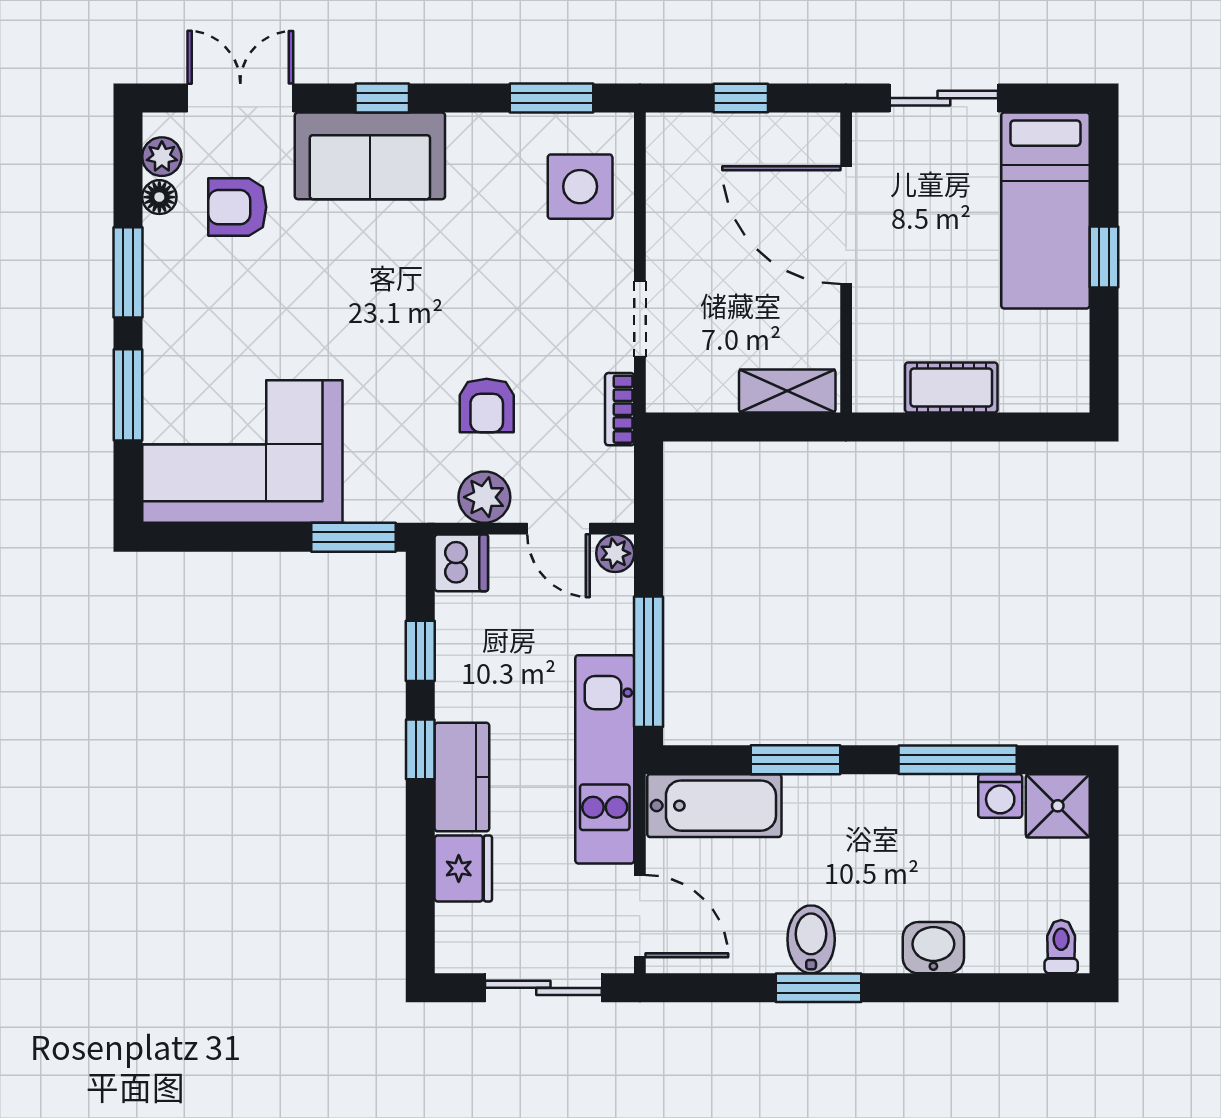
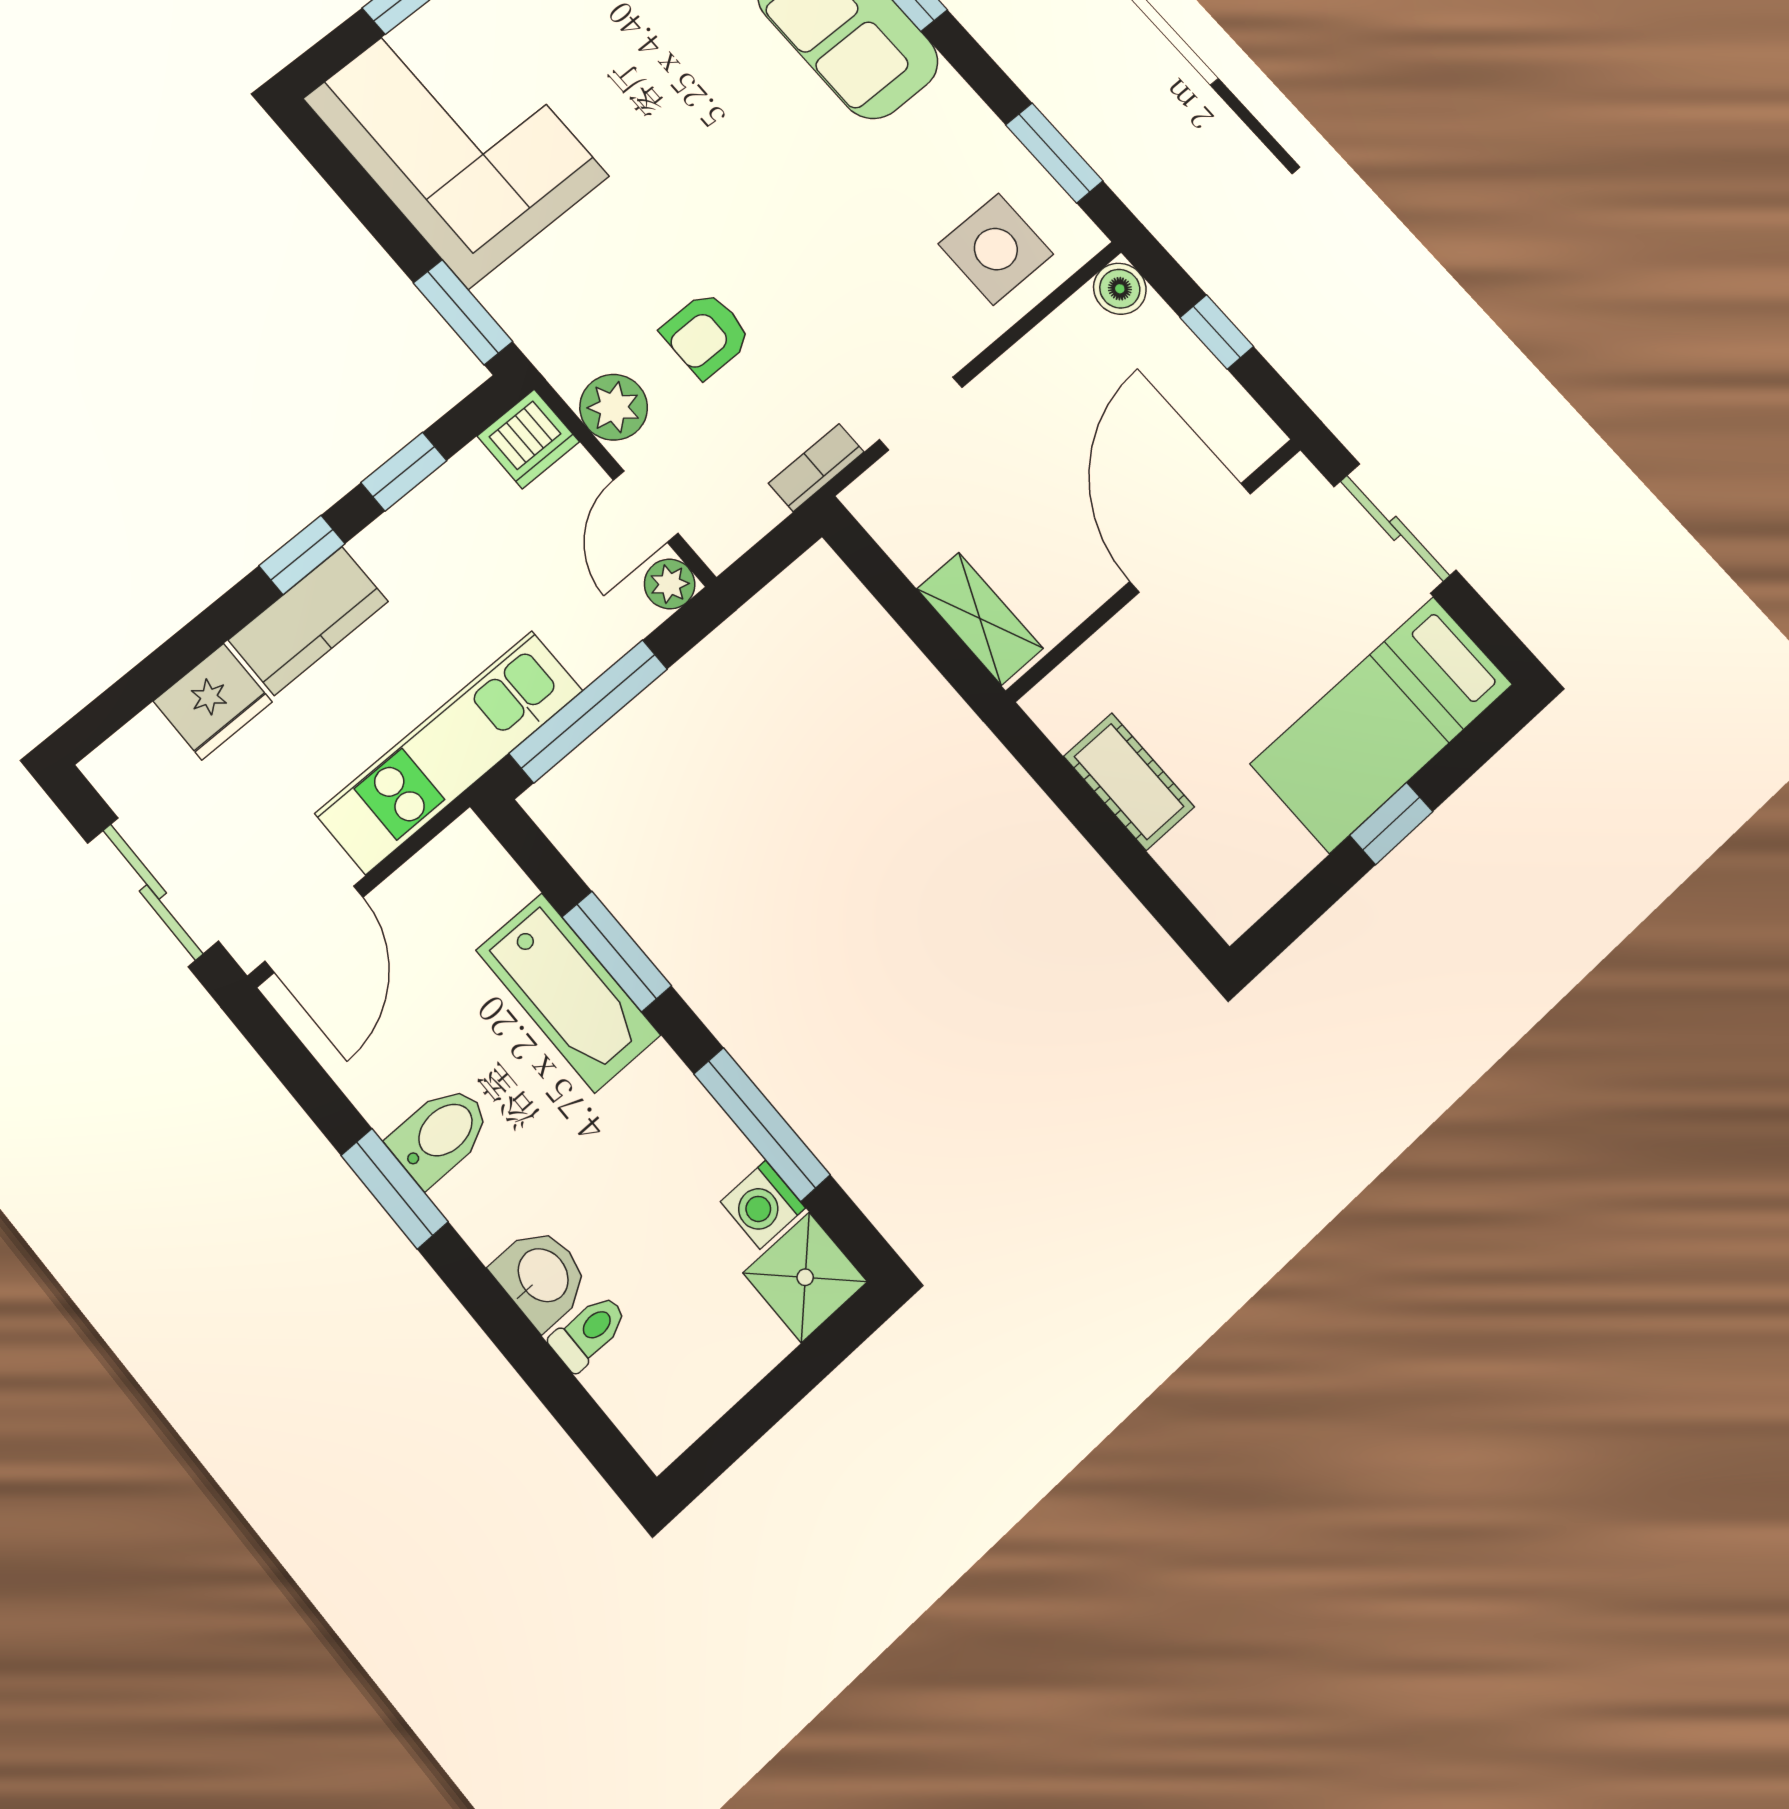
boiler: (666, 133) -> (1120, 289), added
bathtub: (714, 806) -> (568, 993), moved
toilet: (1061, 947) -> (589, 1332), moved

